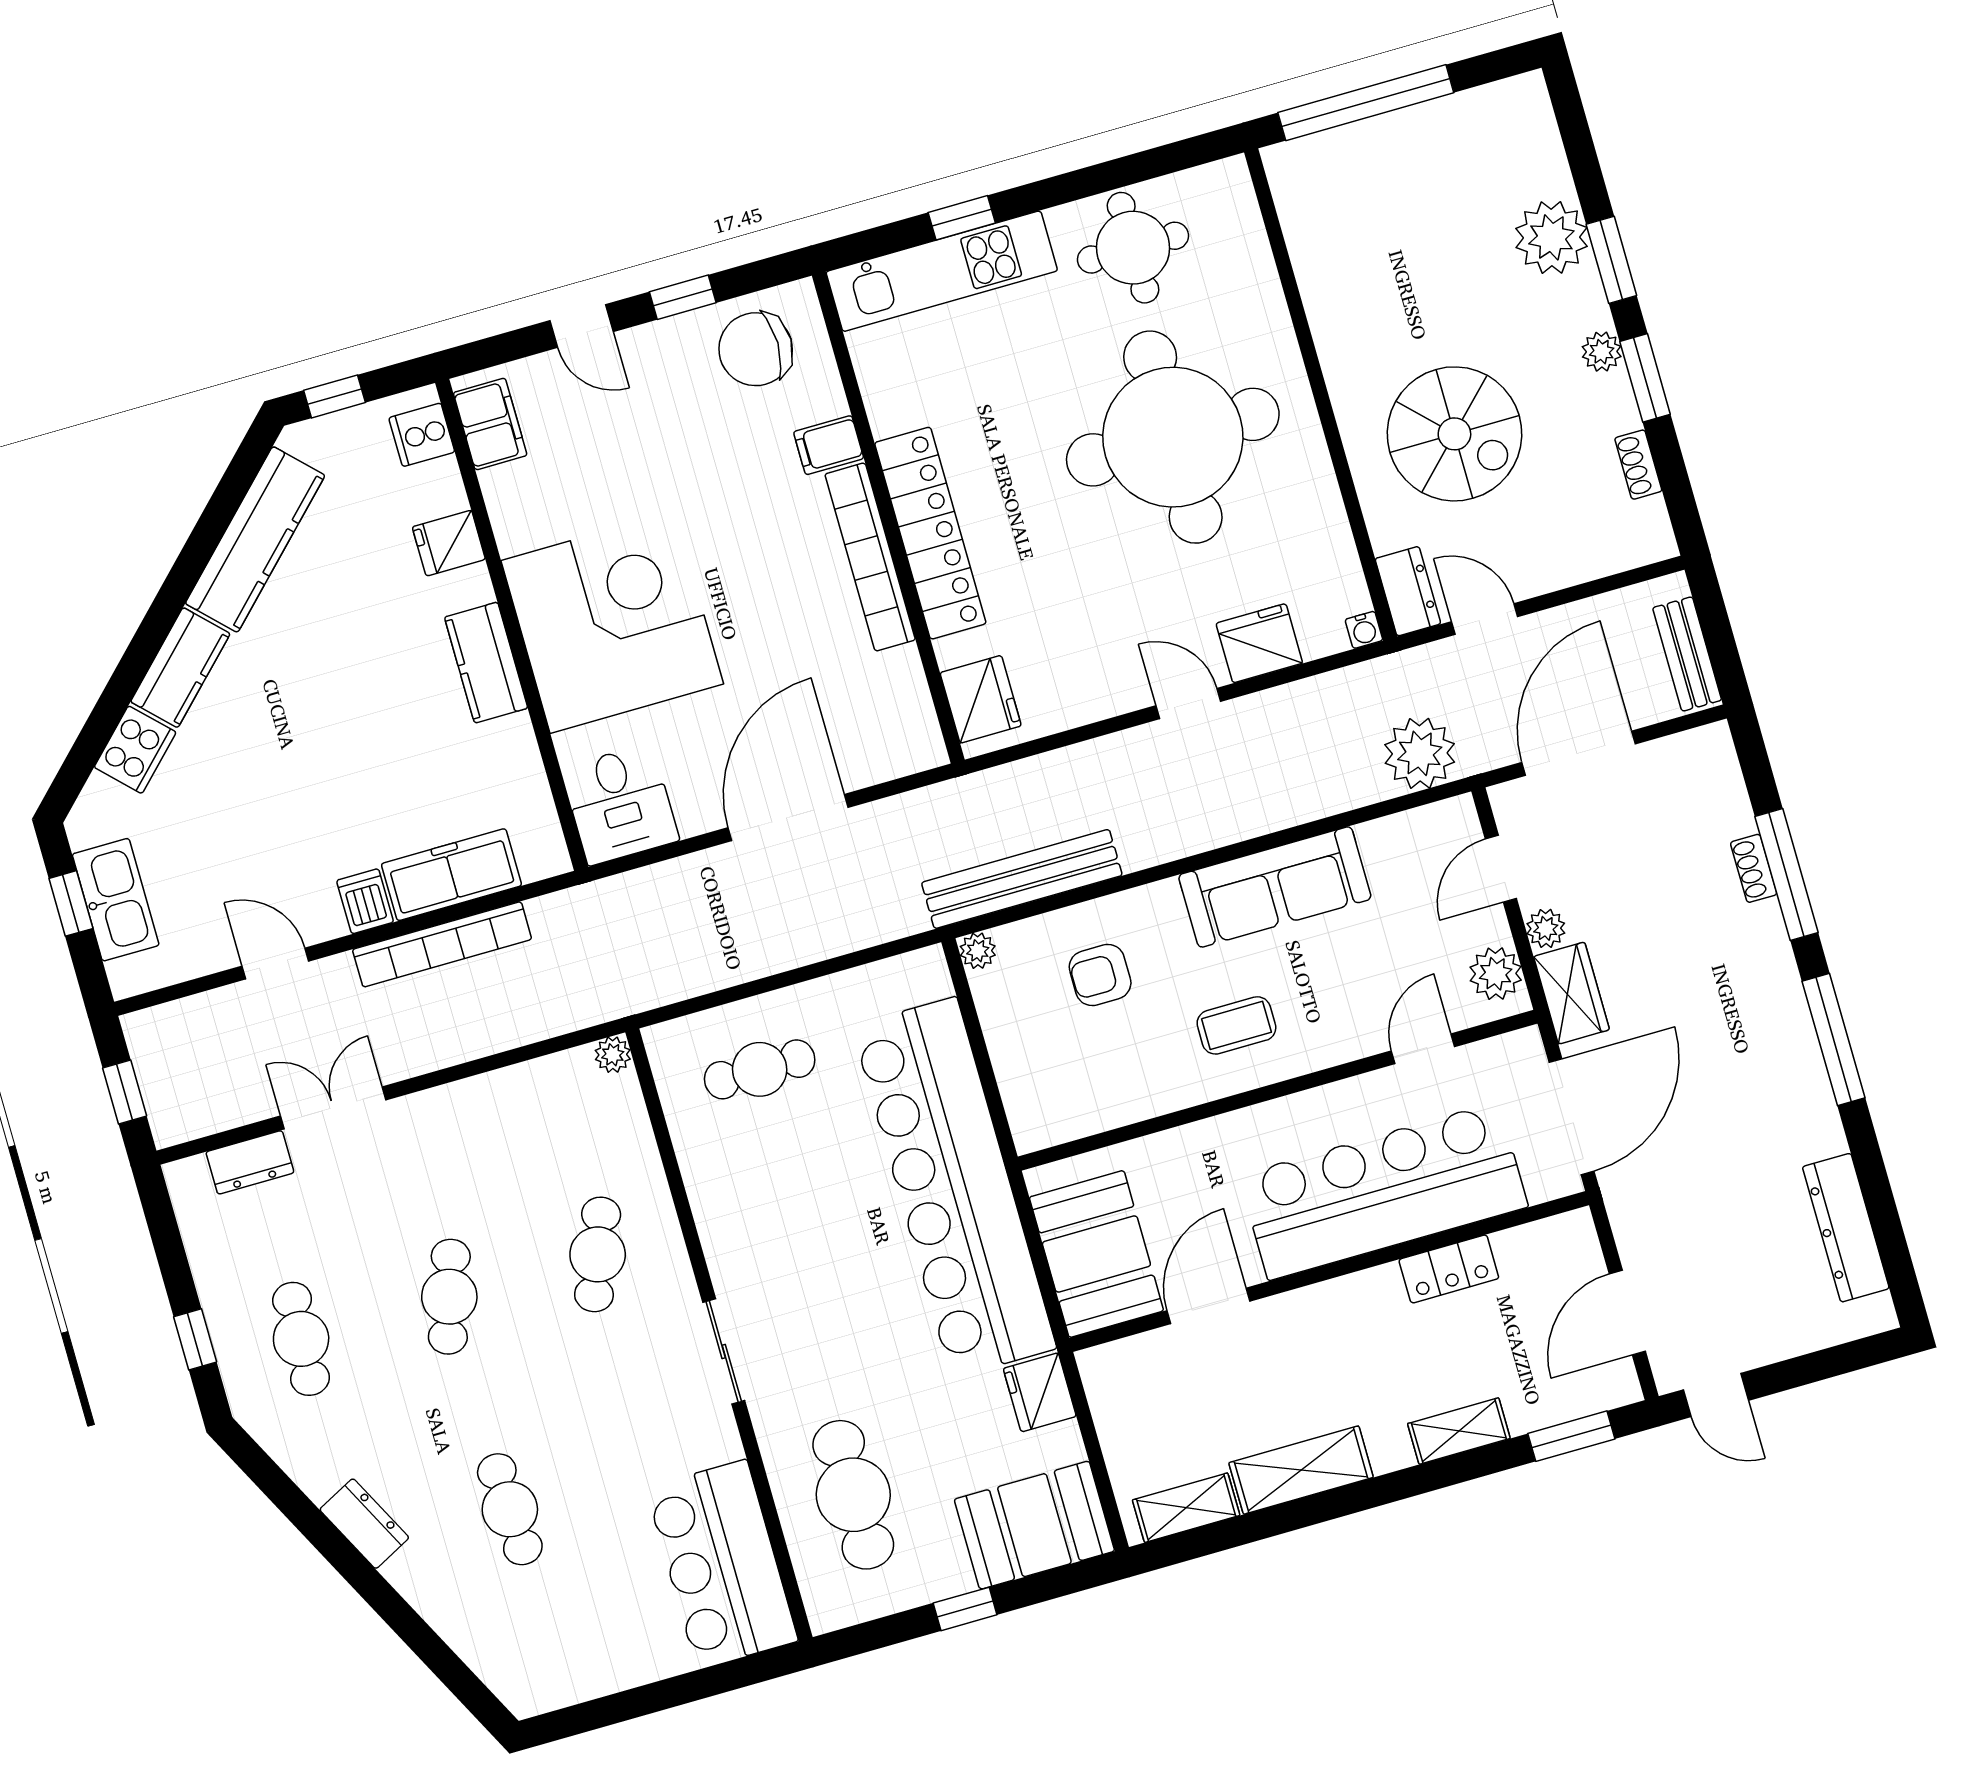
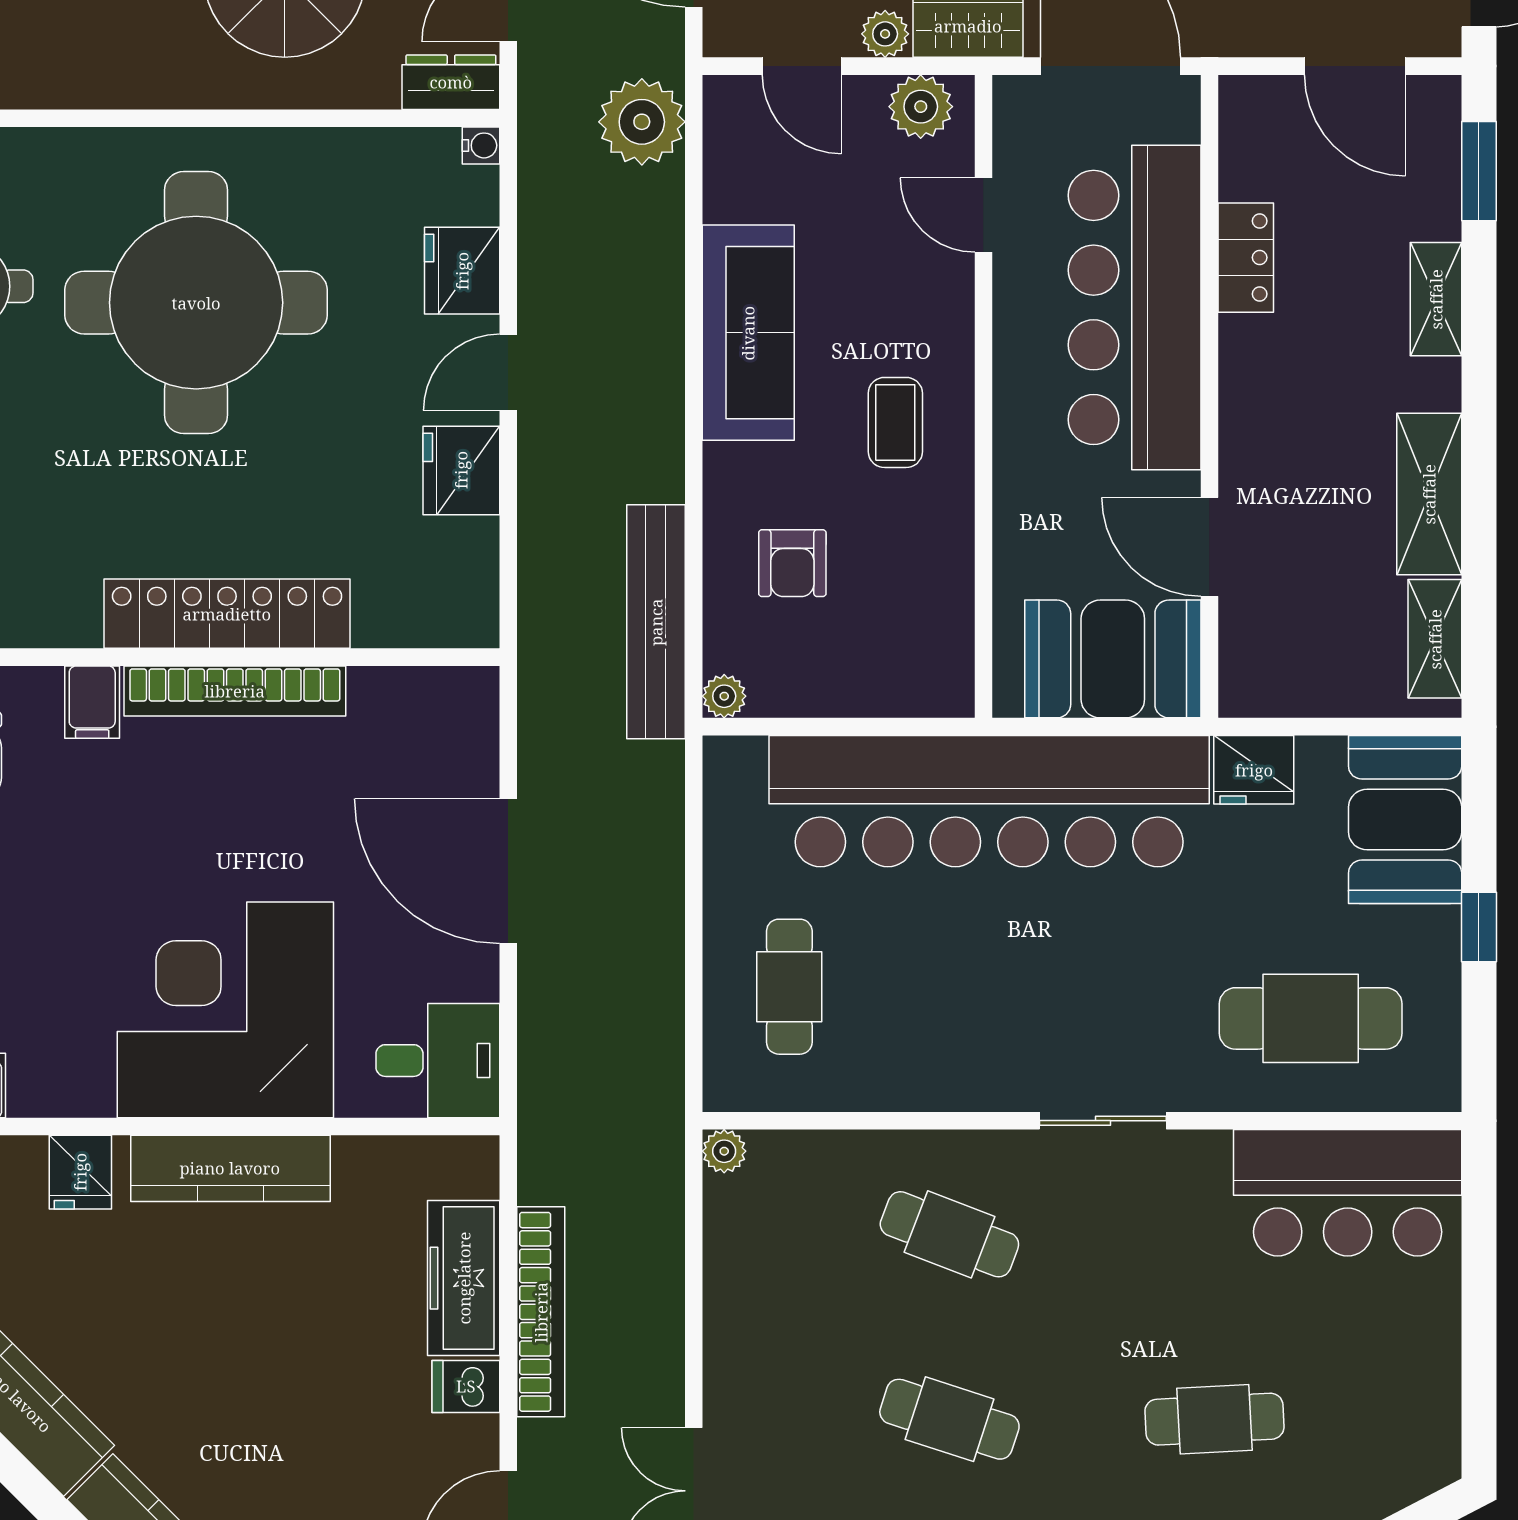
kitchen counter: (486, 663) -> (230, 1168), width x1.50
fridge: (981, 699) -> (461, 470), moved, turned -90

